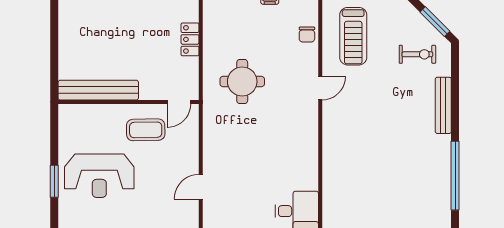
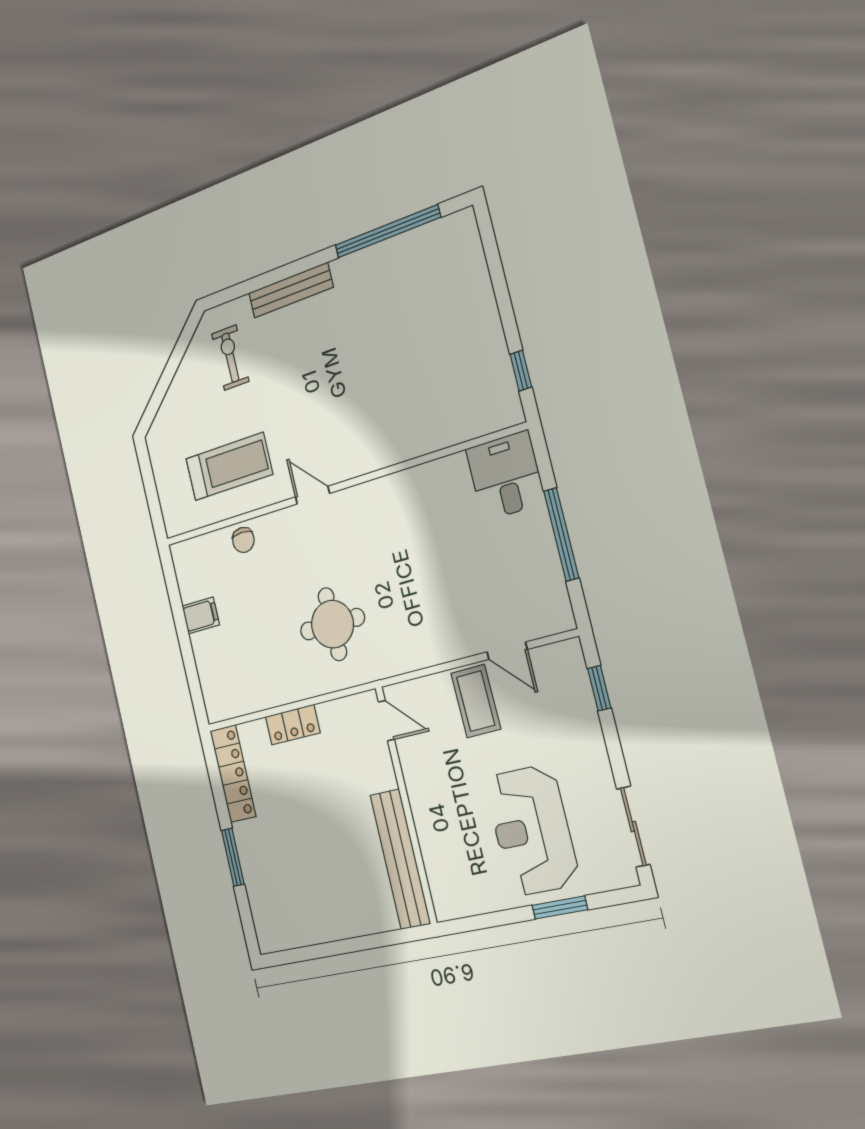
window: (435, 22) -> (181, 347), removed
chair: (307, 35) -> (243, 540), turned 90
coffee table: (146, 130) -> (476, 701), moved
reception desk: (99, 176) -> (532, 830), turned 180

